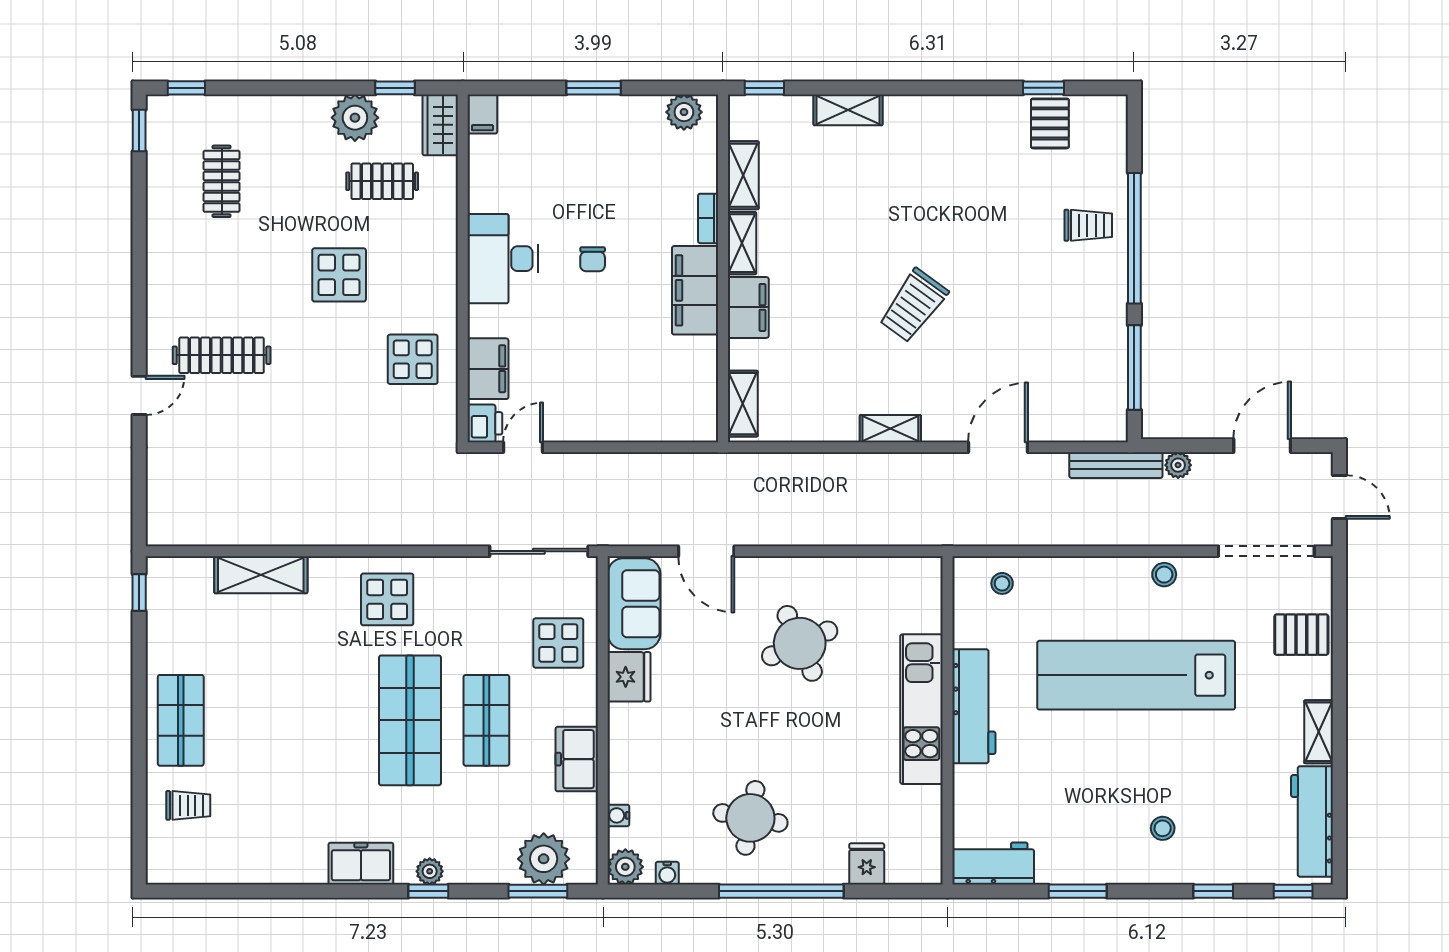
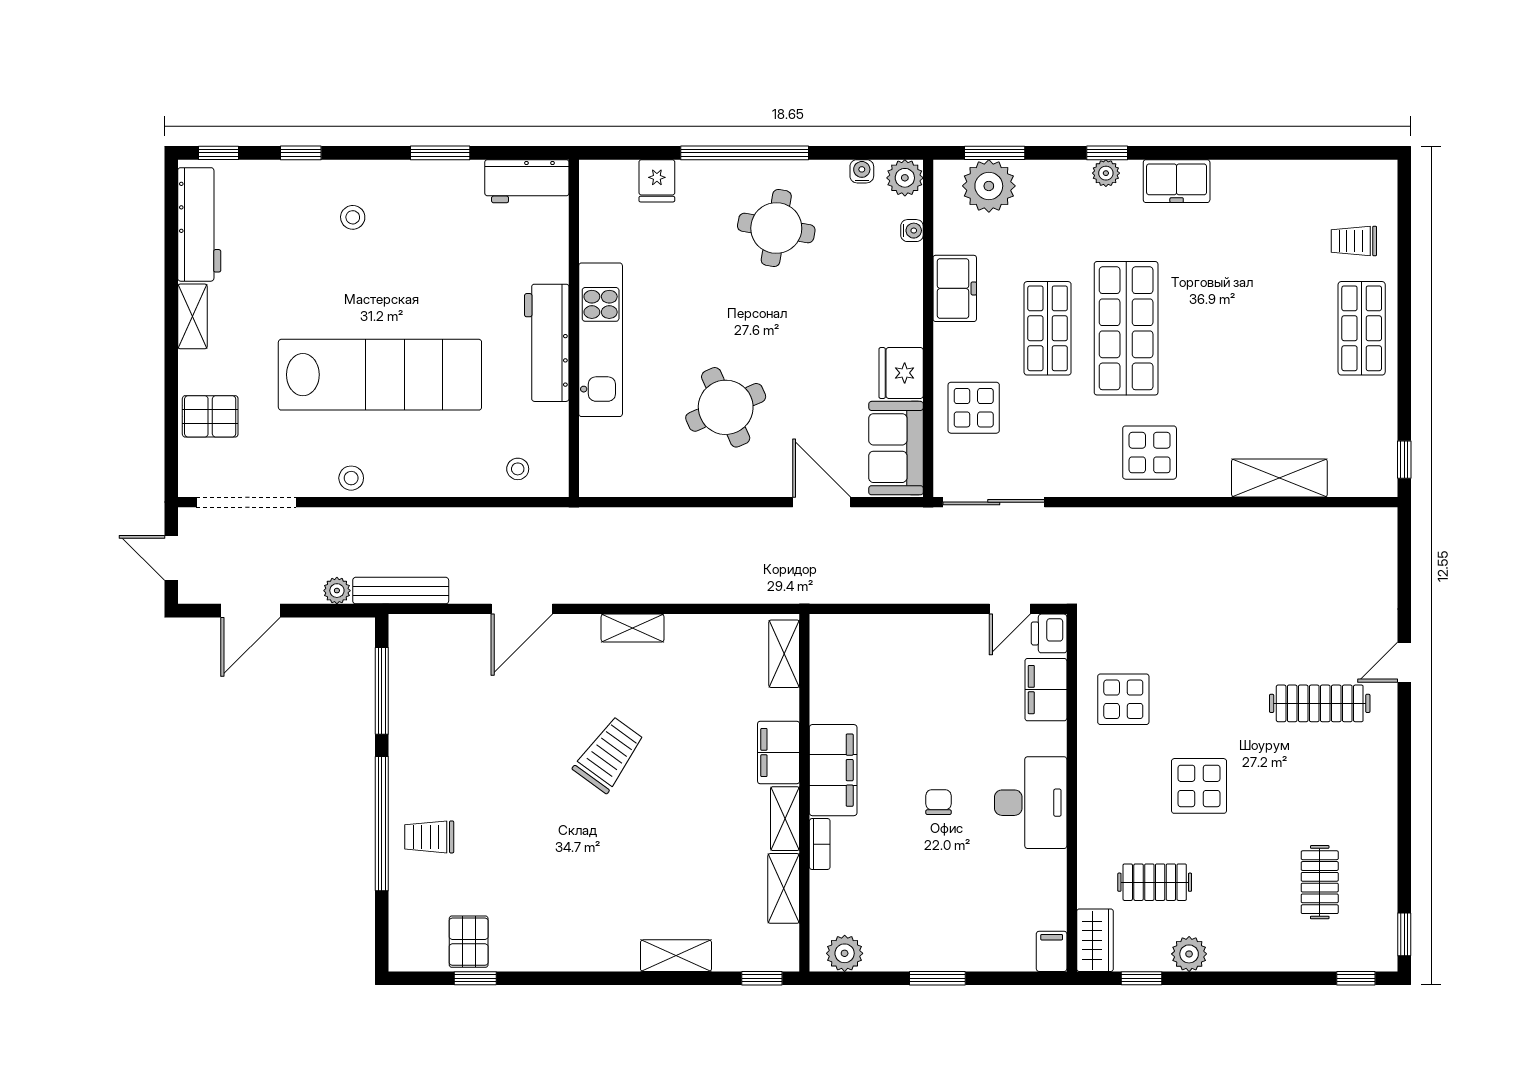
plant: (355, 118) -> (1189, 954), width x0.73, depth x0.73

